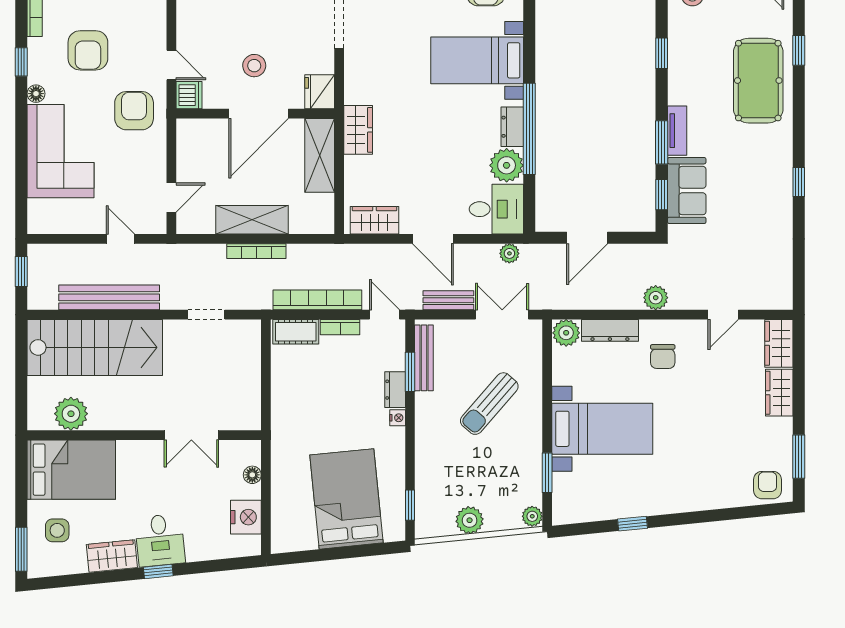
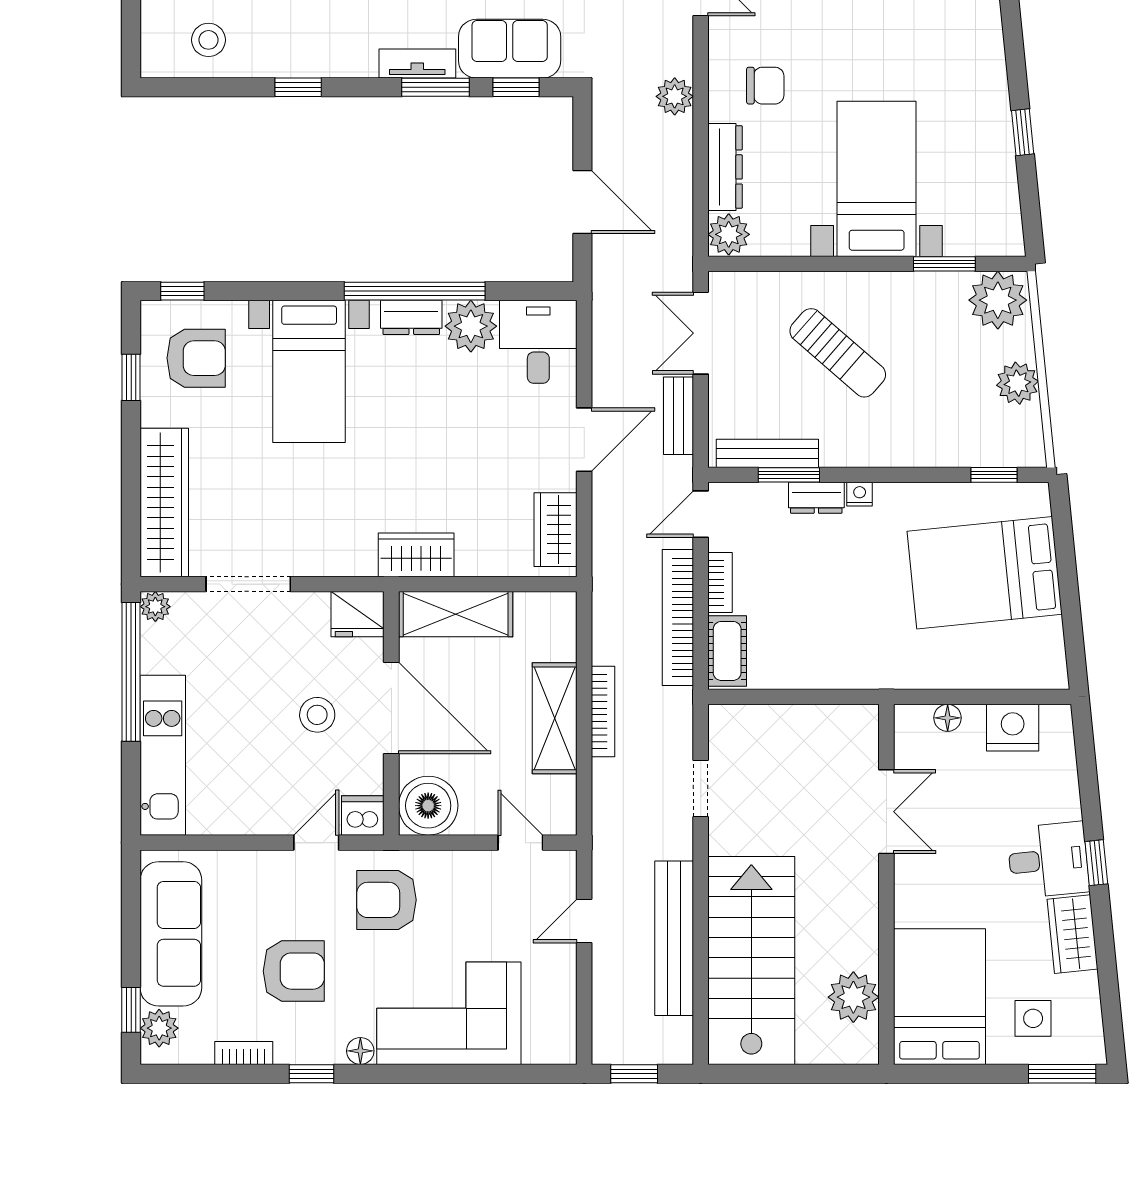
boiler: (195, 138) -> (428, 806), added
plant: (509, 253) -> (606, 322), removed
plant: (532, 516) -> (998, 300), width x1.87, depth x1.87

